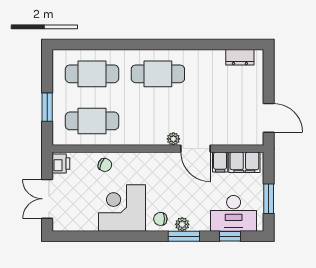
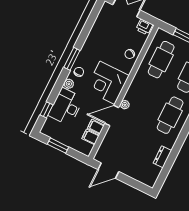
dresser: (240, 57) -> (162, 157), moved
filing cabinet: (244, 162) -> (91, 137), width x0.50
corner desk: (122, 208) -> (107, 83), moved, turned 180
desk: (234, 213) -> (66, 107), moved
window: (184, 236) -> (72, 59), moved

